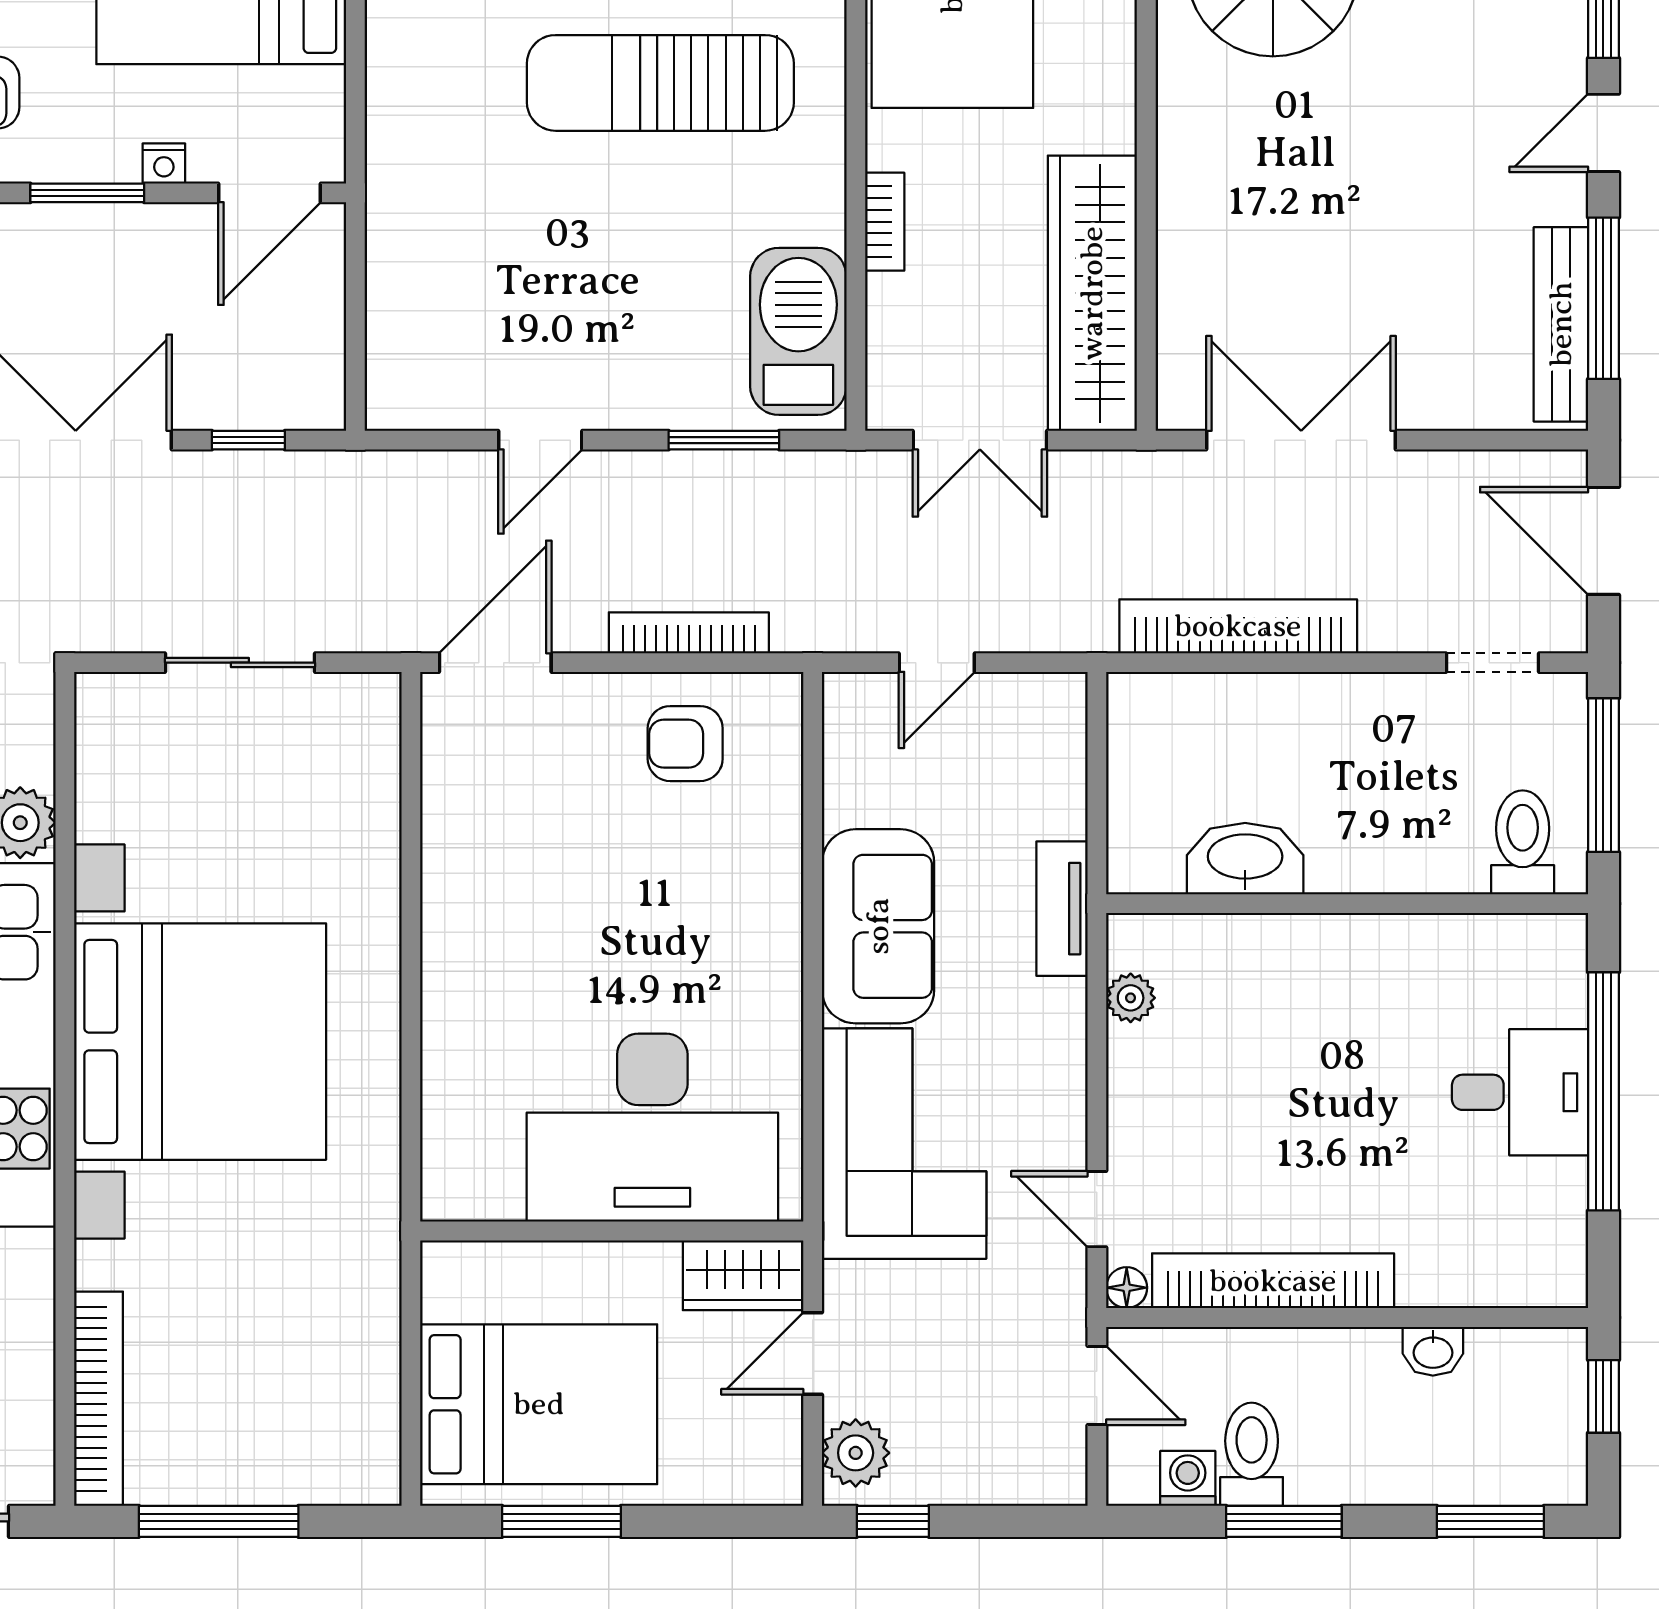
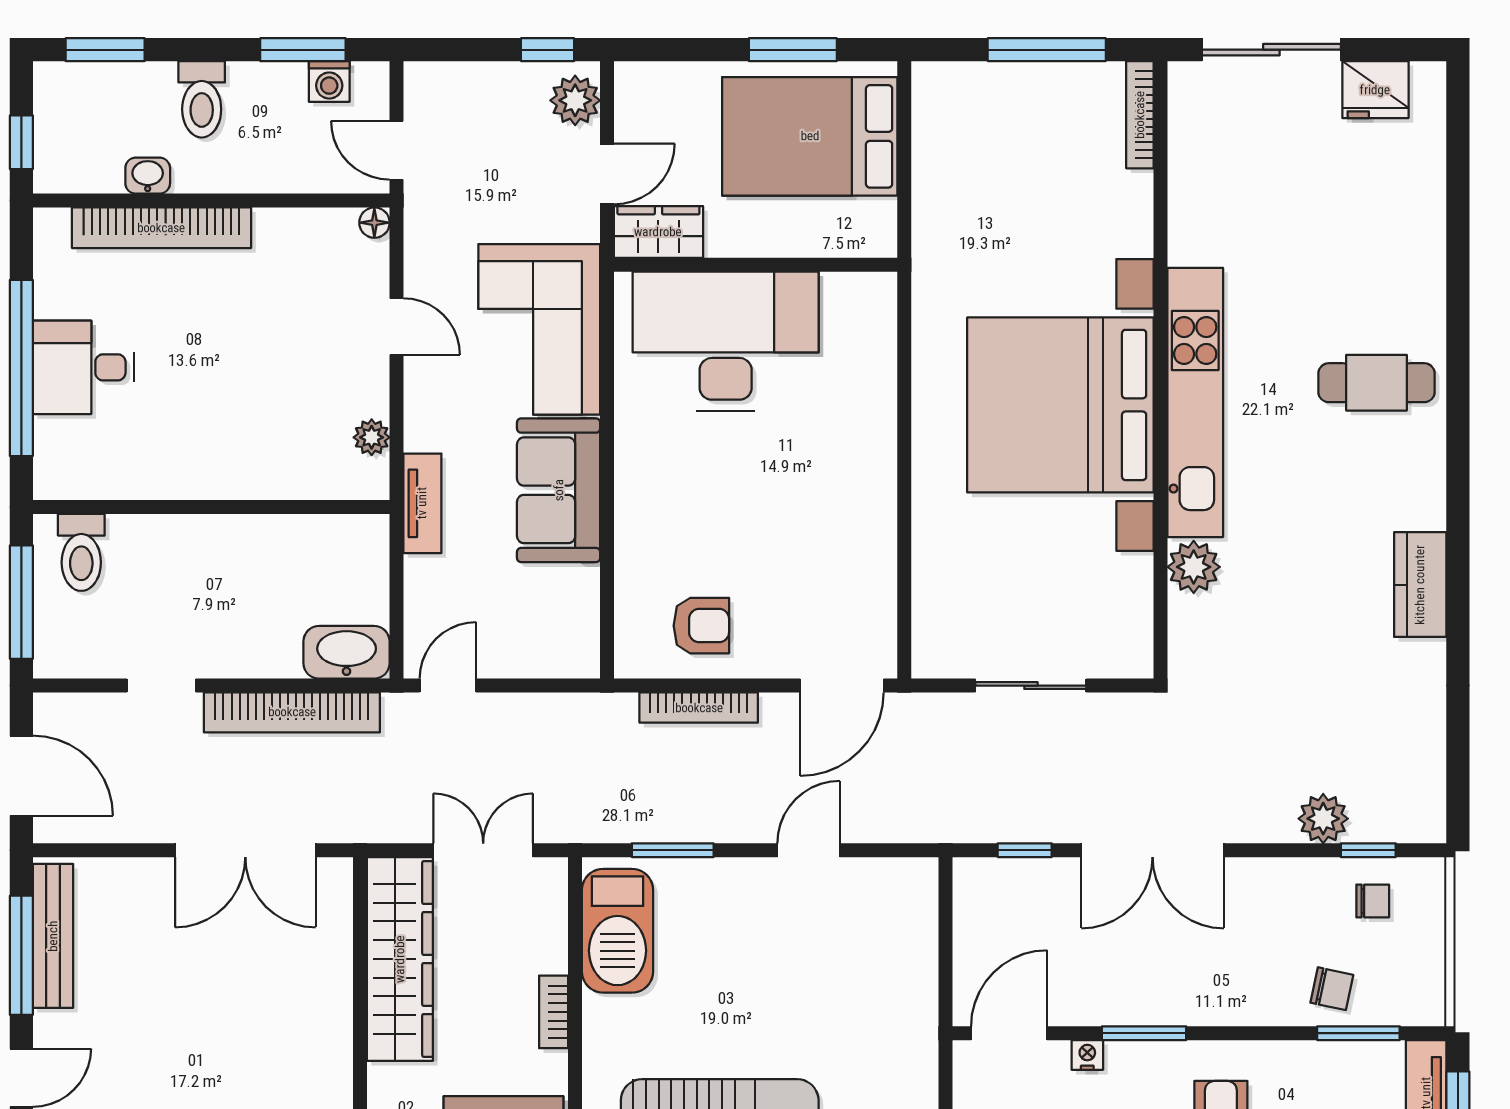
door: (937, 663) -> (448, 686), moved
doorway: (1492, 663) -> (161, 686), moved
washbasin: (1245, 859) -> (347, 652), moved, turned 180
door: (1097, 1209) -> (397, 327), moved
bookcase: (1273, 1281) -> (161, 228), moved
bookcase: (99, 1399) -> (1140, 115), width x0.68, depth x0.76
toilet: (1252, 1454) -> (202, 99), moved
window: (1284, 1521) -> (303, 50), moved

